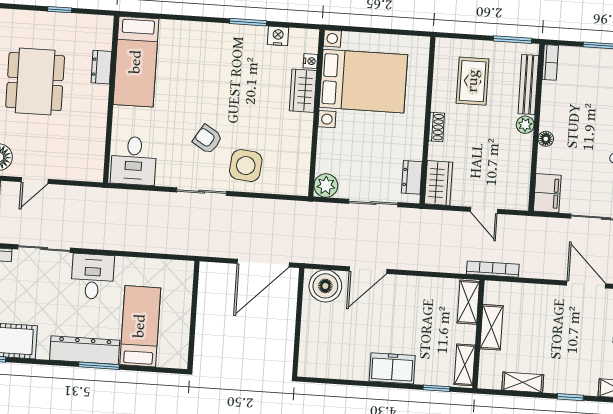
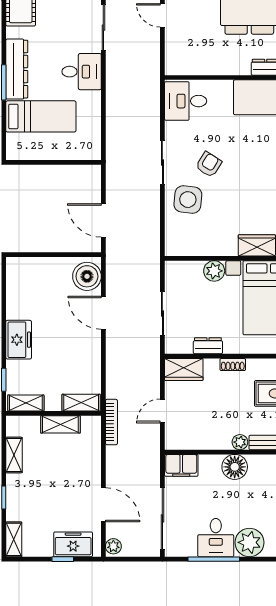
floor lamp: (546, 139) -> (235, 467), width x1.89, depth x1.89
dresser: (412, 177) -> (208, 346), moved
plant: (326, 186) -> (214, 271), moved
door: (263, 263) -> (103, 220), width x0.73
door: (586, 285) -> (103, 505), hinge flipped

